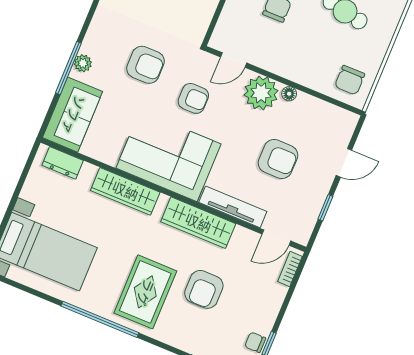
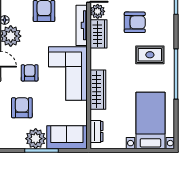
plant: (83, 63) -> (36, 139), width x1.87, depth x1.87
wardrobe: (198, 223) -> (99, 34), width x0.67
plant: (244, 240) -> (98, 11), added
rug: (145, 292) -> (150, 55), width x0.73, depth x0.70

